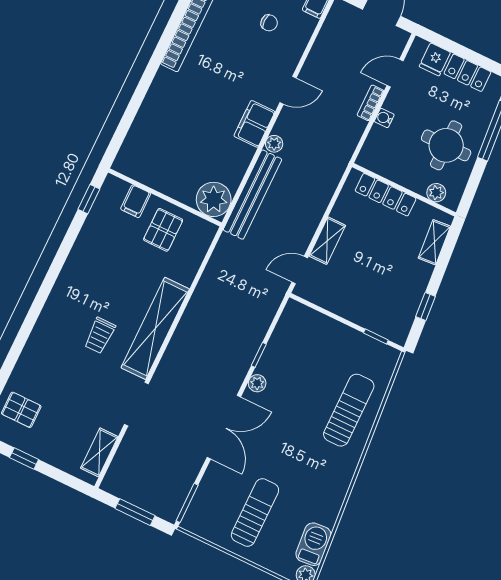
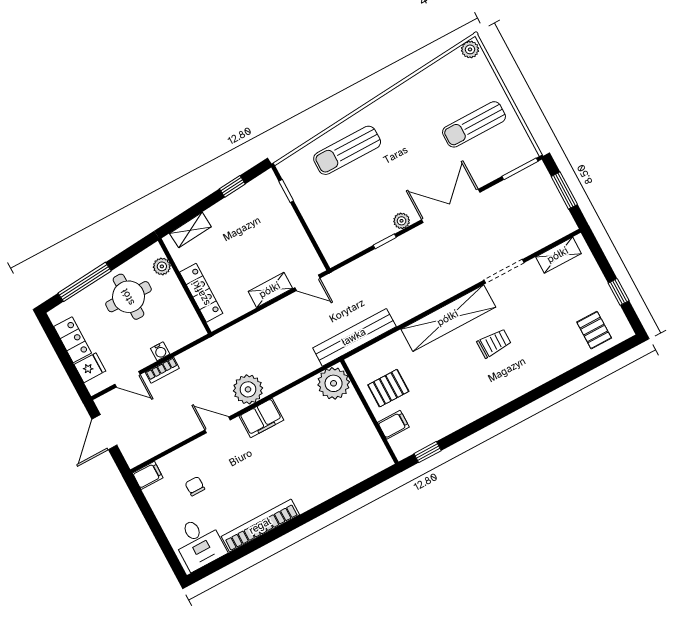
plant: (274, 144) -> (248, 389), width x1.87, depth x1.87
bench: (253, 195) -> (354, 337), moved
barbecue: (313, 544) -> (447, 68), removed

